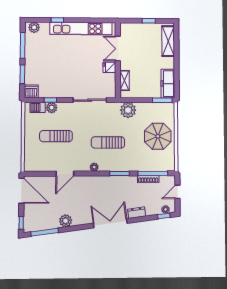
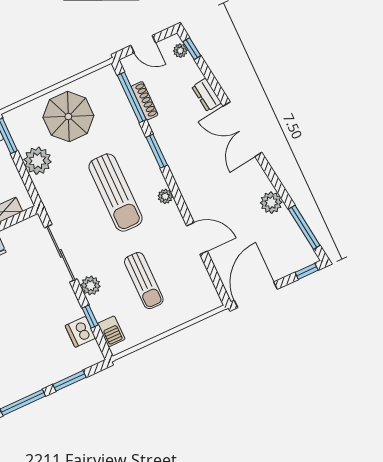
dishwasher: (31, 91) -> (80, 332), moved
plant: (52, 108) -> (91, 286), moved
plant: (128, 110) -> (38, 161), moved
sun lounger: (108, 142) -> (116, 193), width x1.36, depth x1.34

